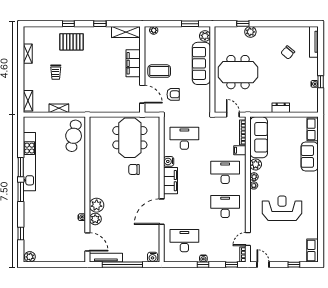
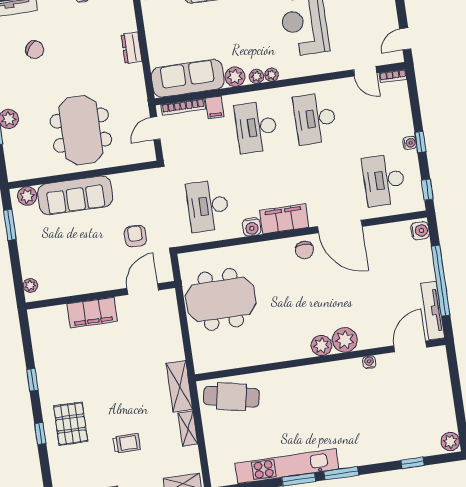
shelving: (126, 32) -> (179, 386), moved
coffee table: (159, 71) -> (99, 266), removed
chair: (134, 169) -> (304, 250), moved
plant: (95, 219) -> (321, 345), moved
window: (232, 265) -> (427, 190), moved

